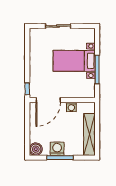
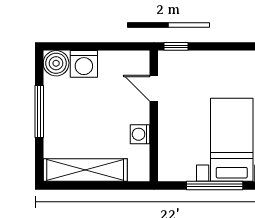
door: (48, 100) -> (154, 88), width x0.53
washing machine: (57, 149) -> (84, 64), moved, turned 90

